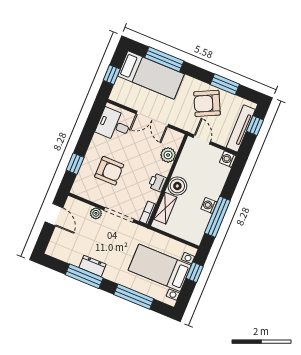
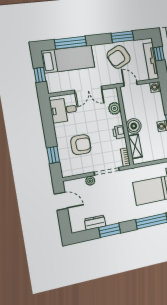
dresser: (92, 266) -> (95, 222), moved
window: (84, 276) -> (110, 230), width x0.69

